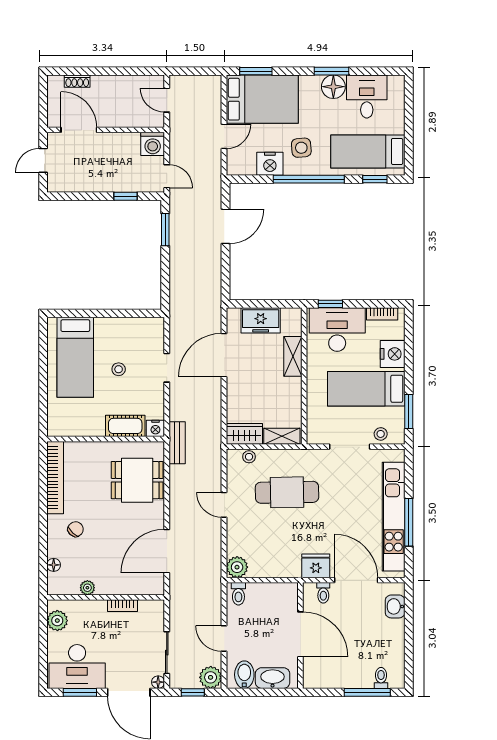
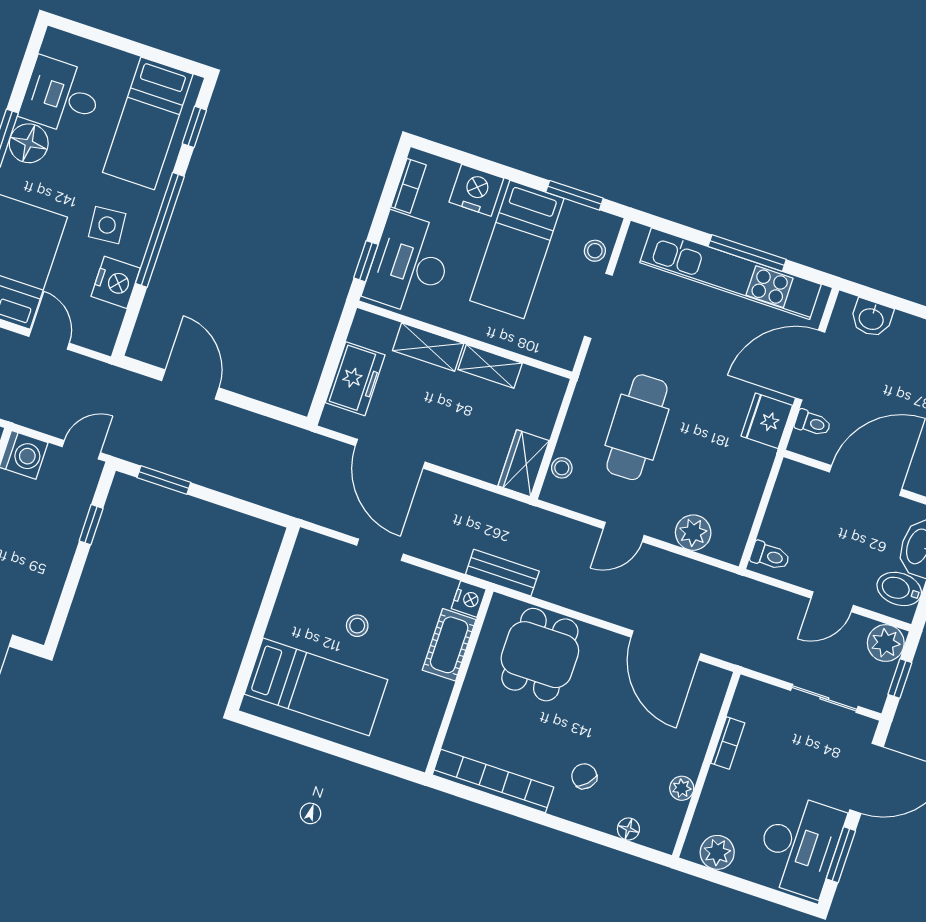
shelving: (282, 436) -> (490, 366), moved, turned 90
plant: (237, 567) -> (693, 533), moved
floor lamp: (158, 682) -> (866, 727), removed

